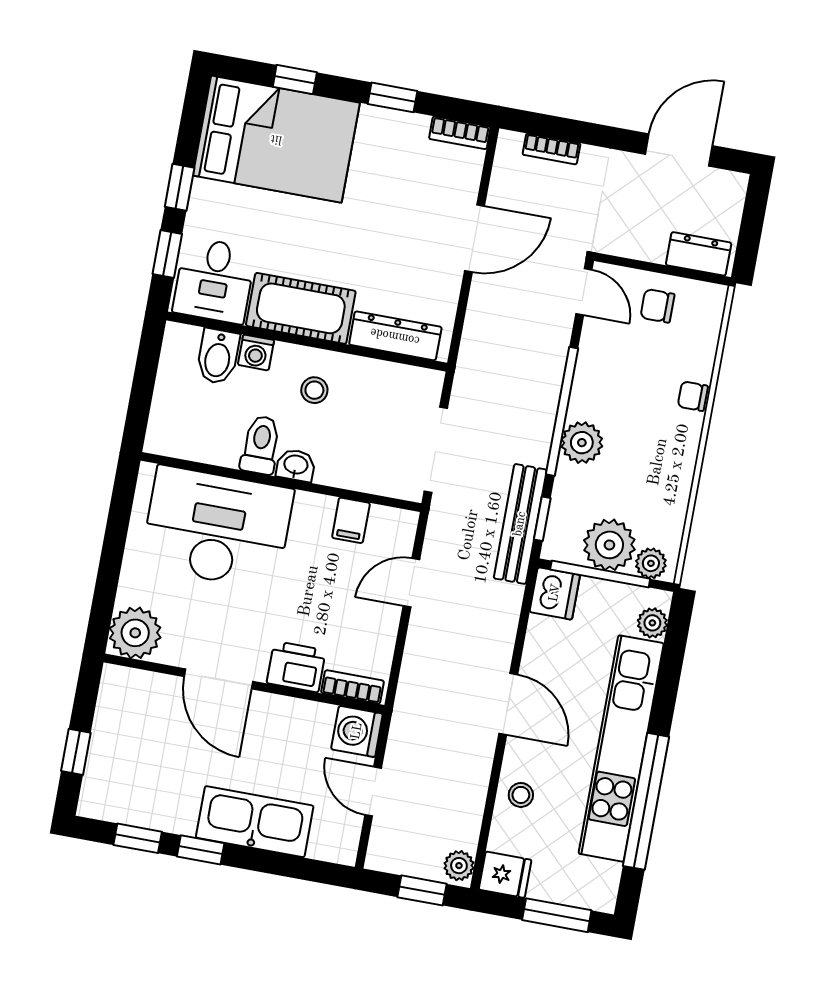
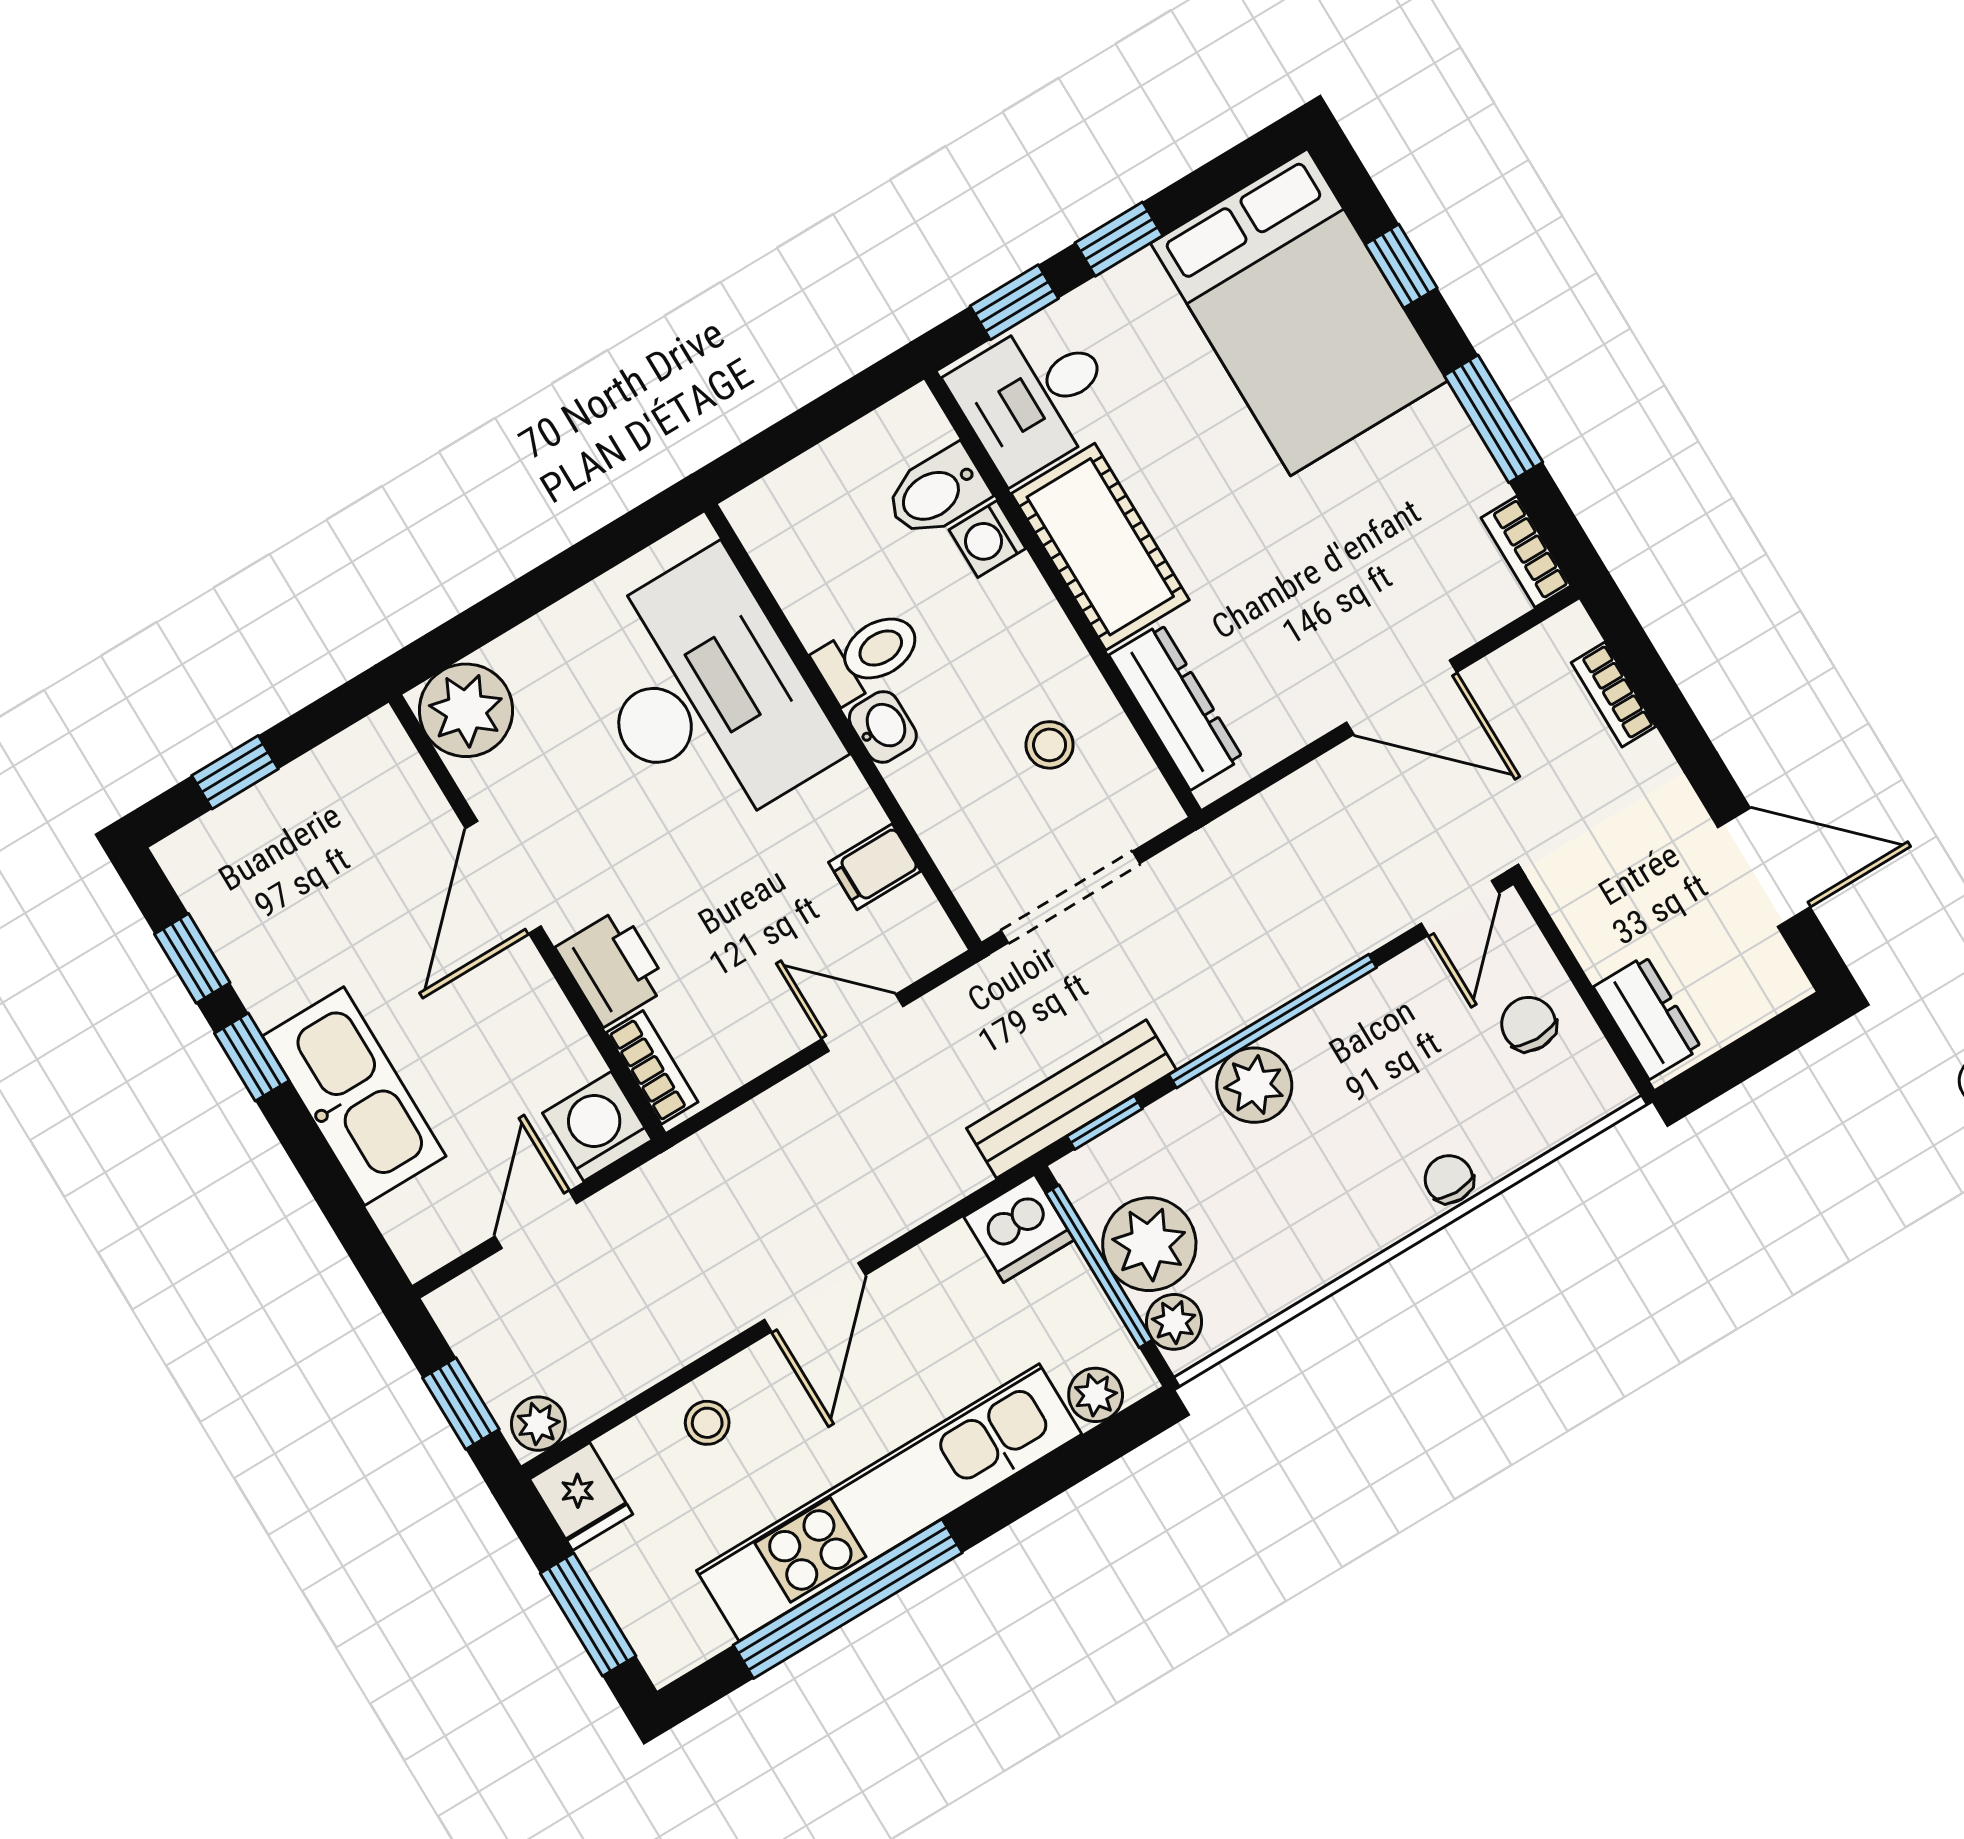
window: (392, 97) -> (1493, 419), width x1.50
stool: (314, 390) -> (1050, 745), moved

